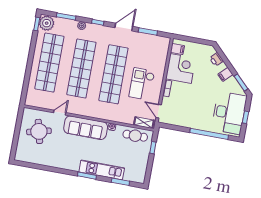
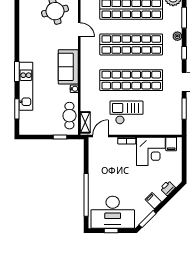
sofa: (86, 128) -> (68, 67), width x0.73

